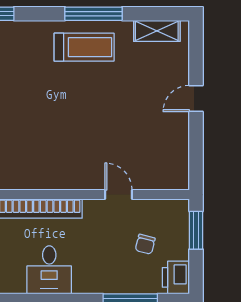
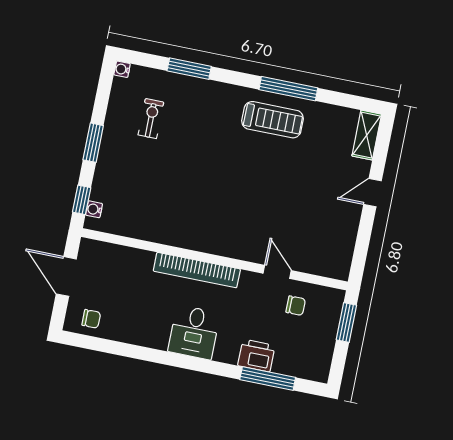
shelving: (157, 31) -> (367, 135), moved, turned 90
chair: (145, 244) -> (296, 306), moved, turned -104
printer: (176, 277) -> (256, 356), moved, turned 90

